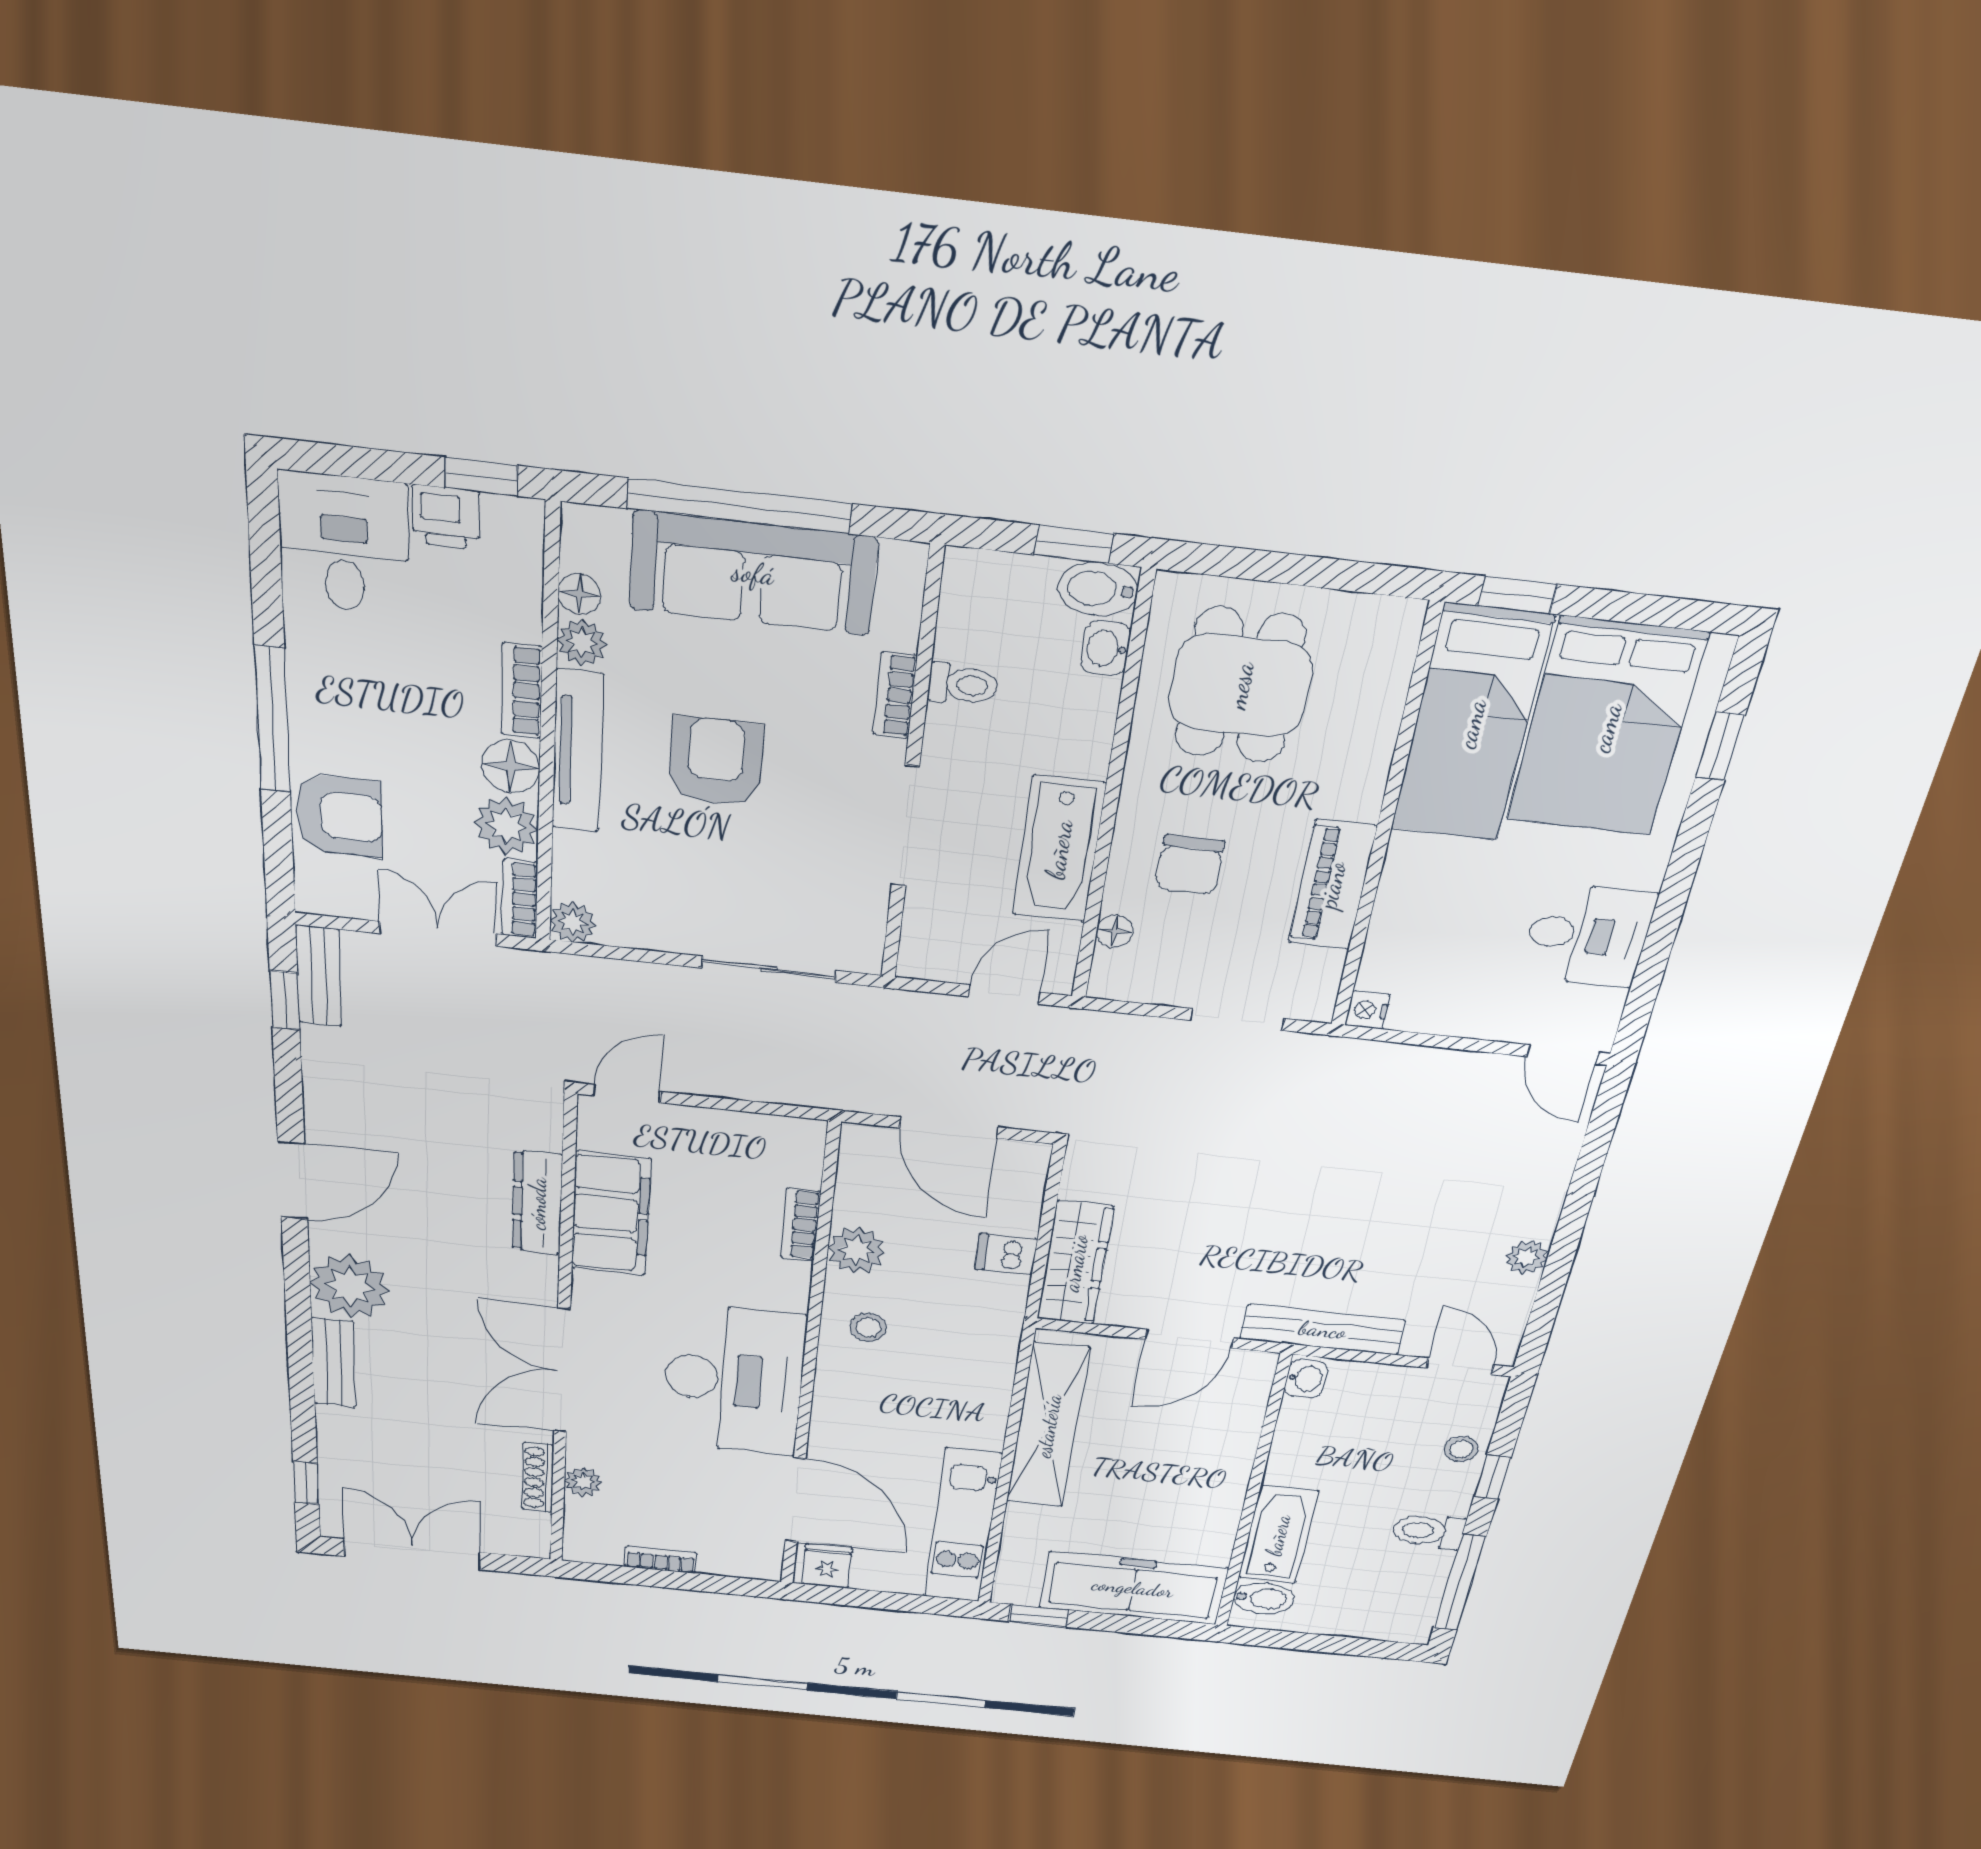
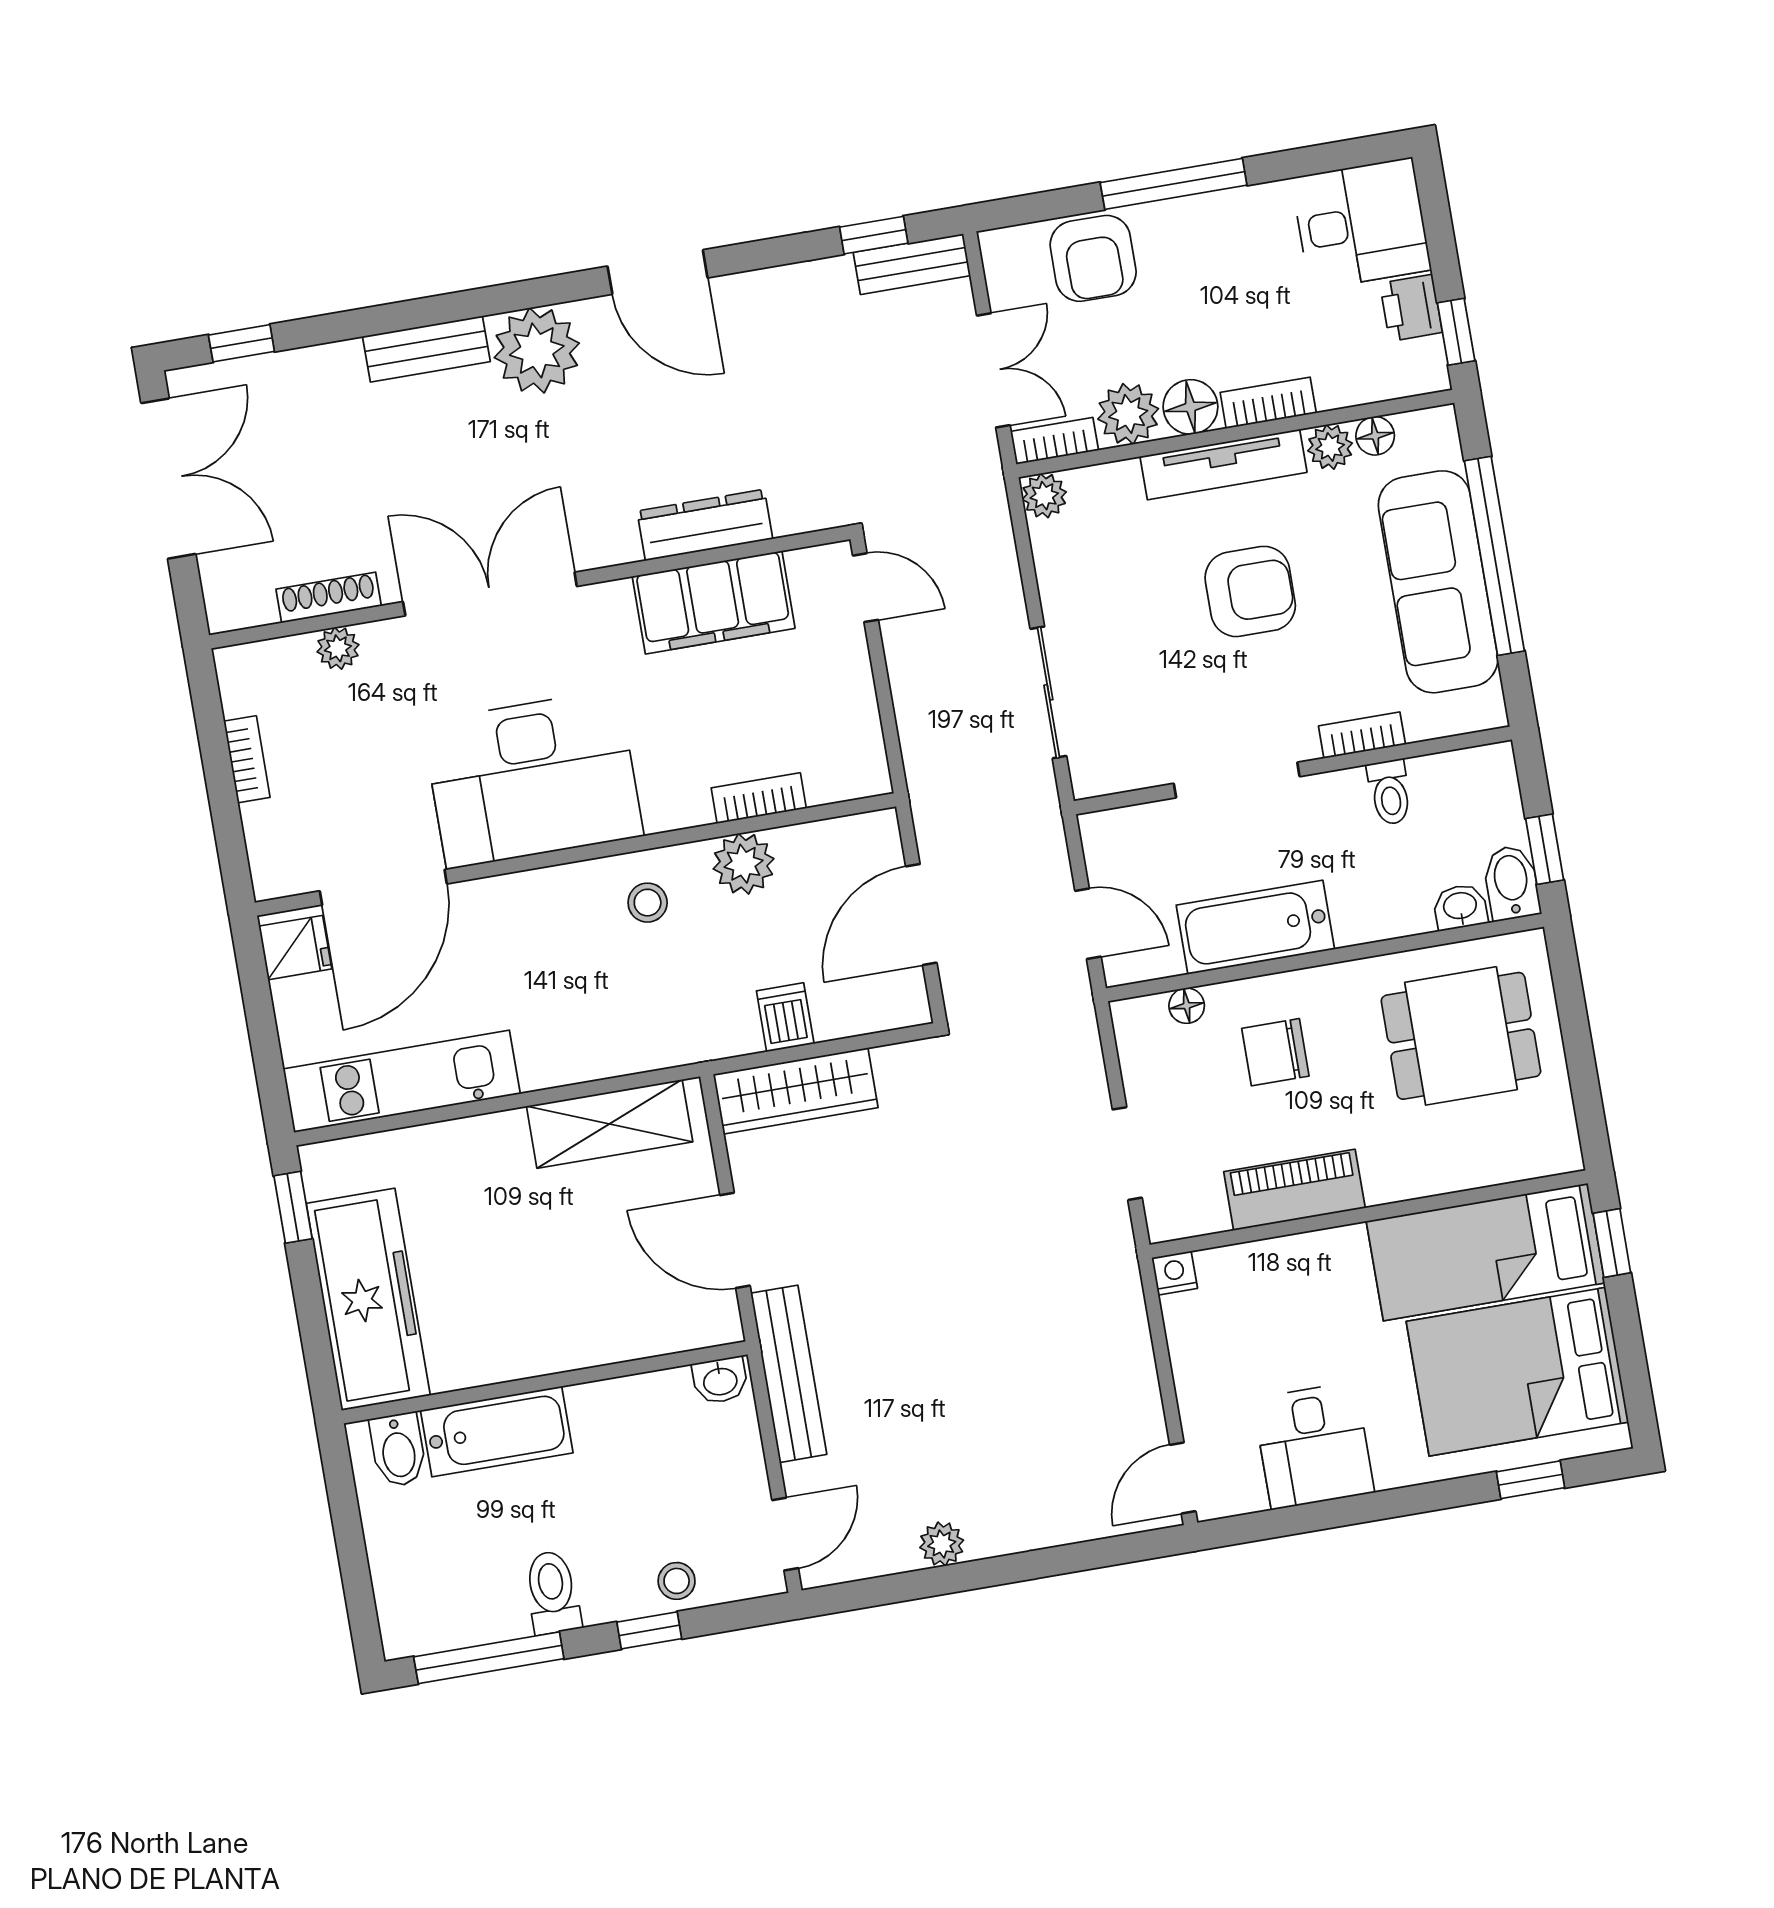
shelving: (1048, 1426) -> (610, 1124), width x0.68

